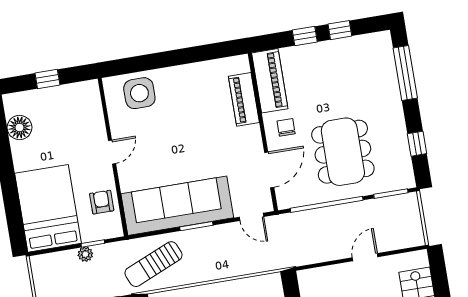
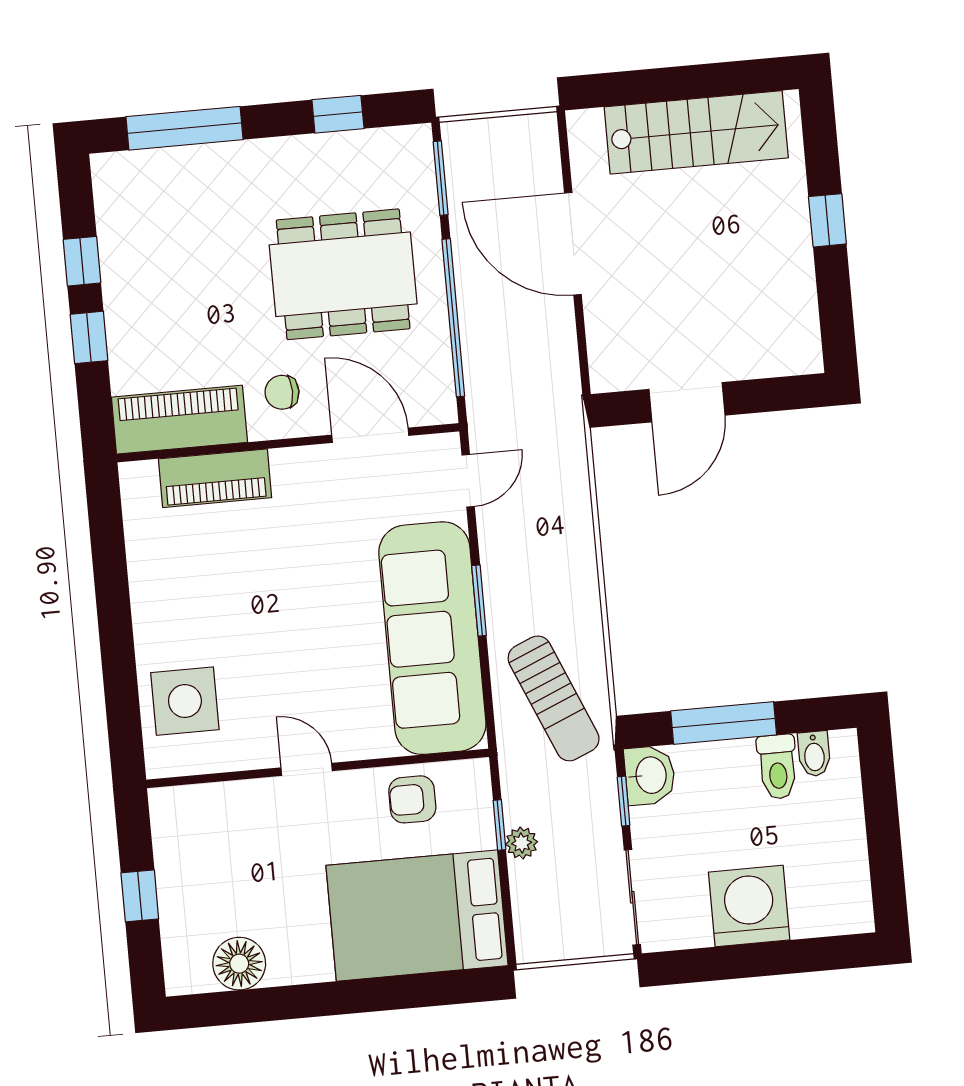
door: (365, 257) -> (573, 244), width x1.87

